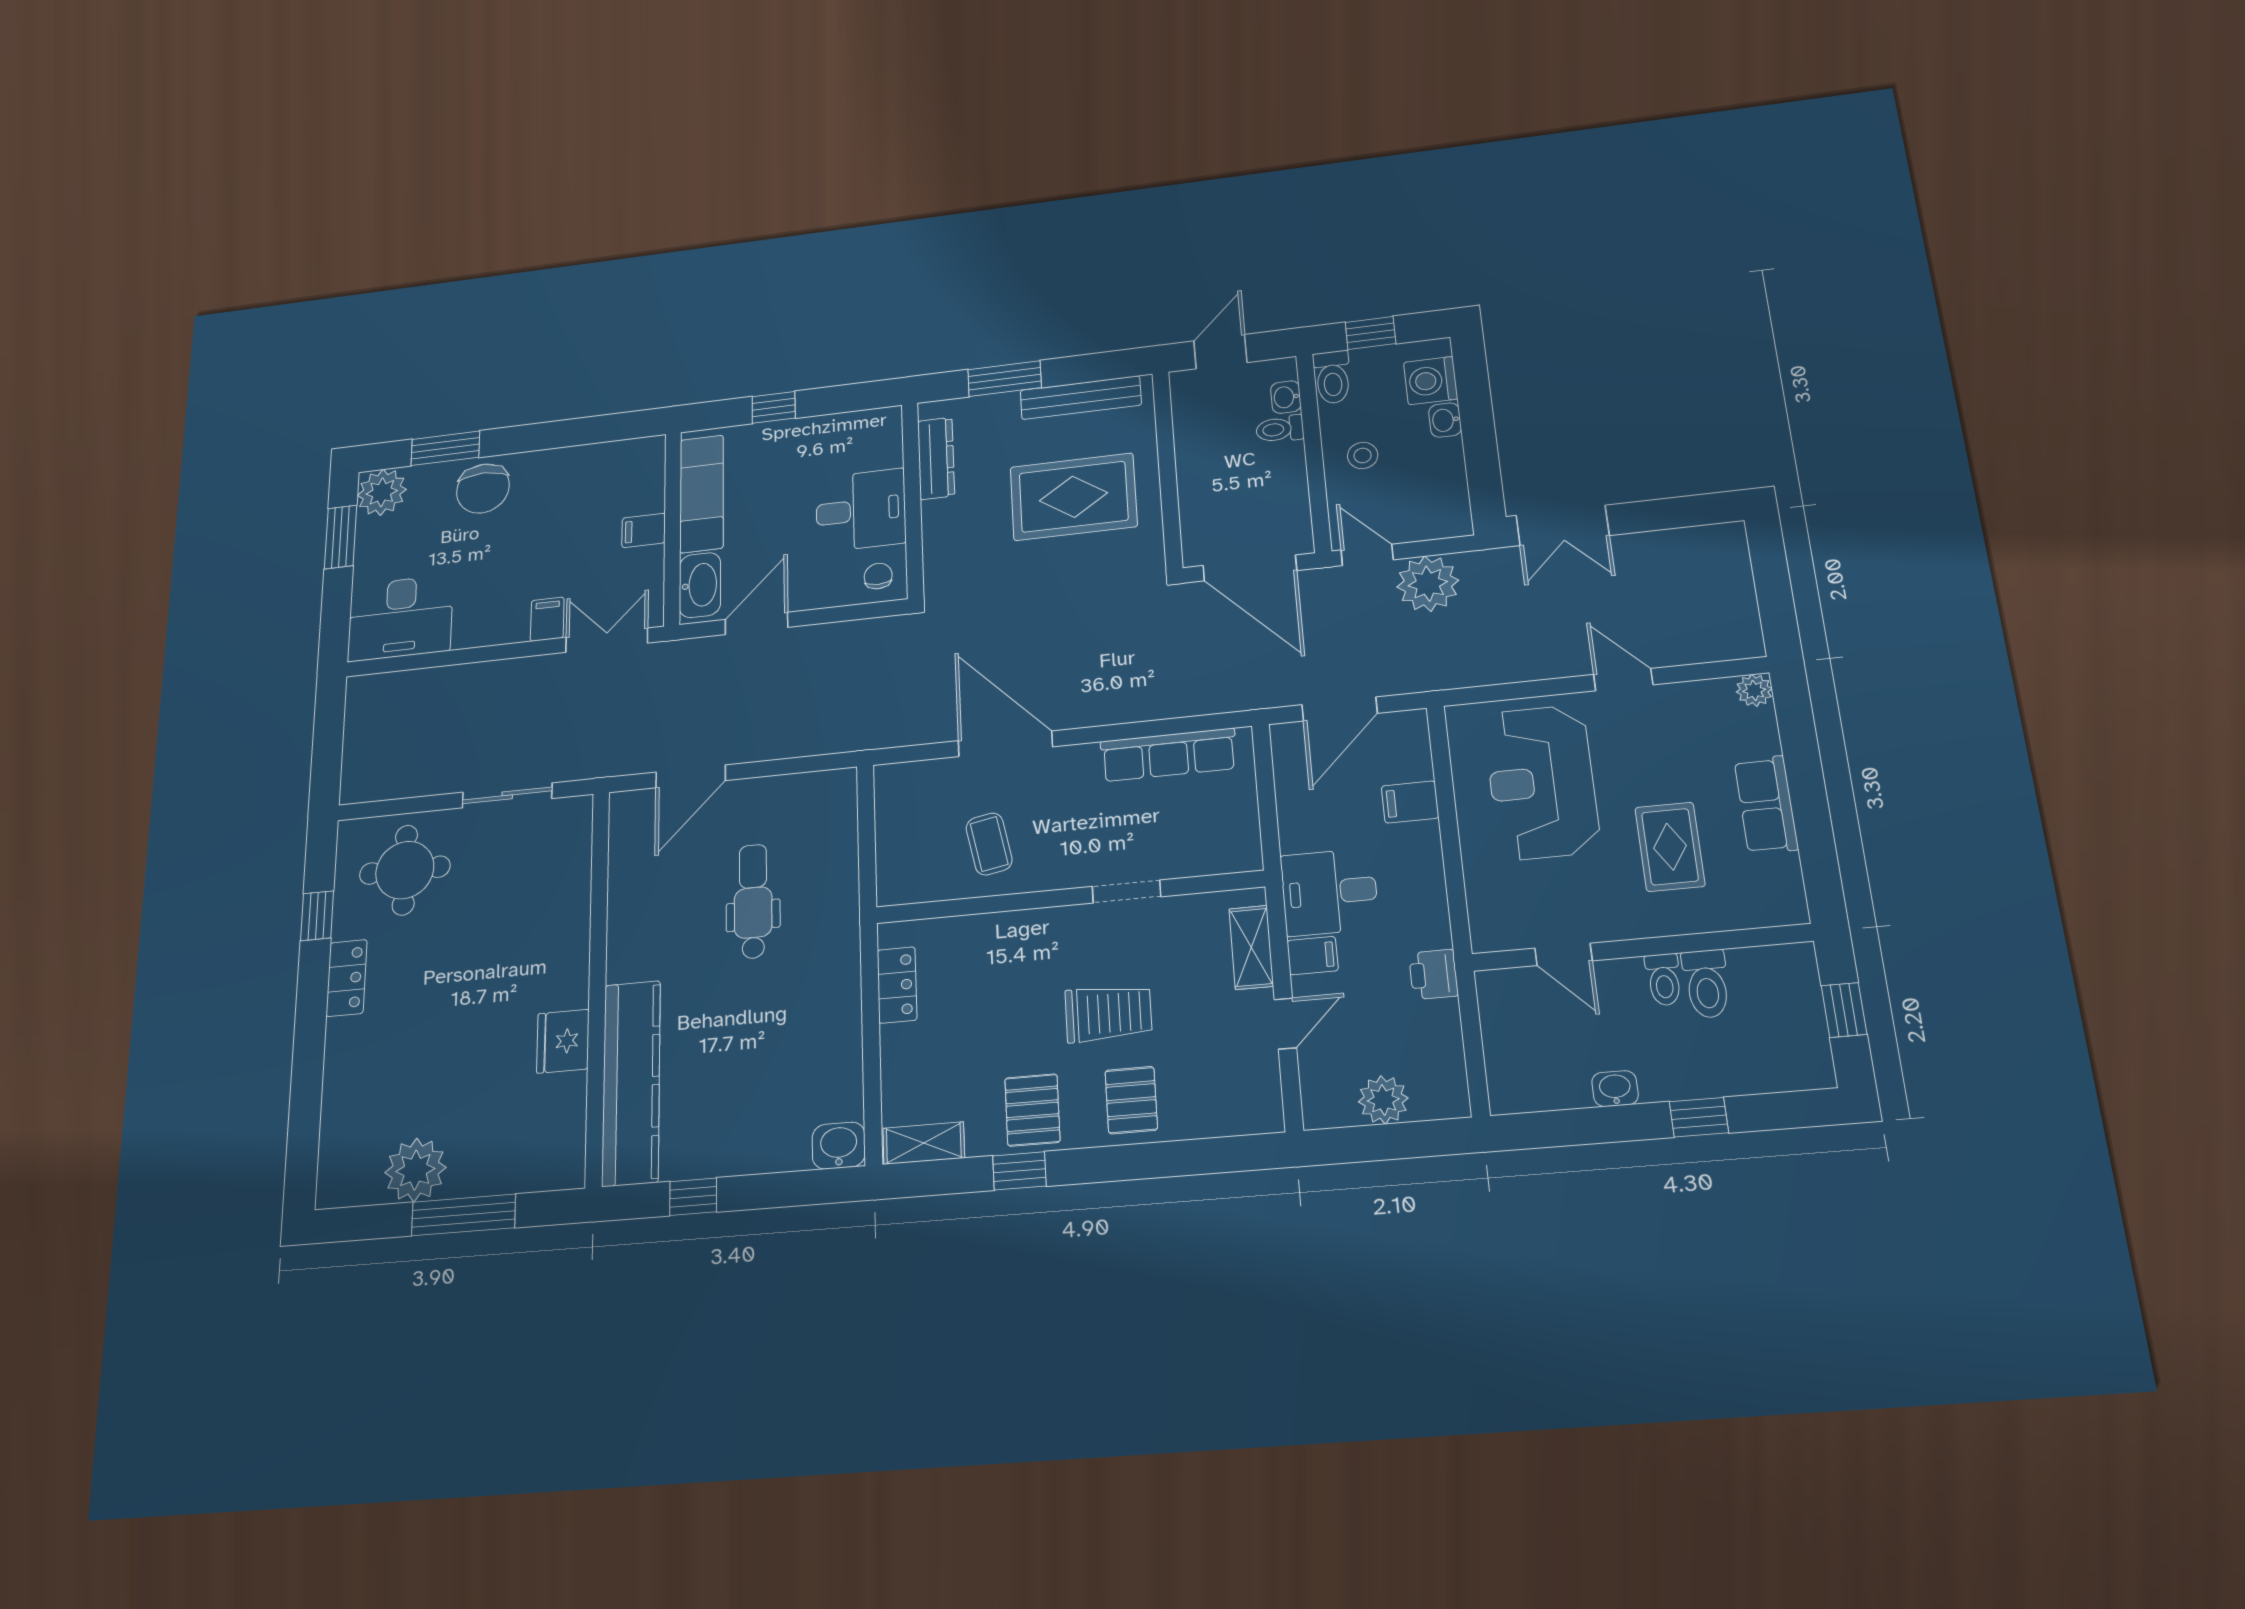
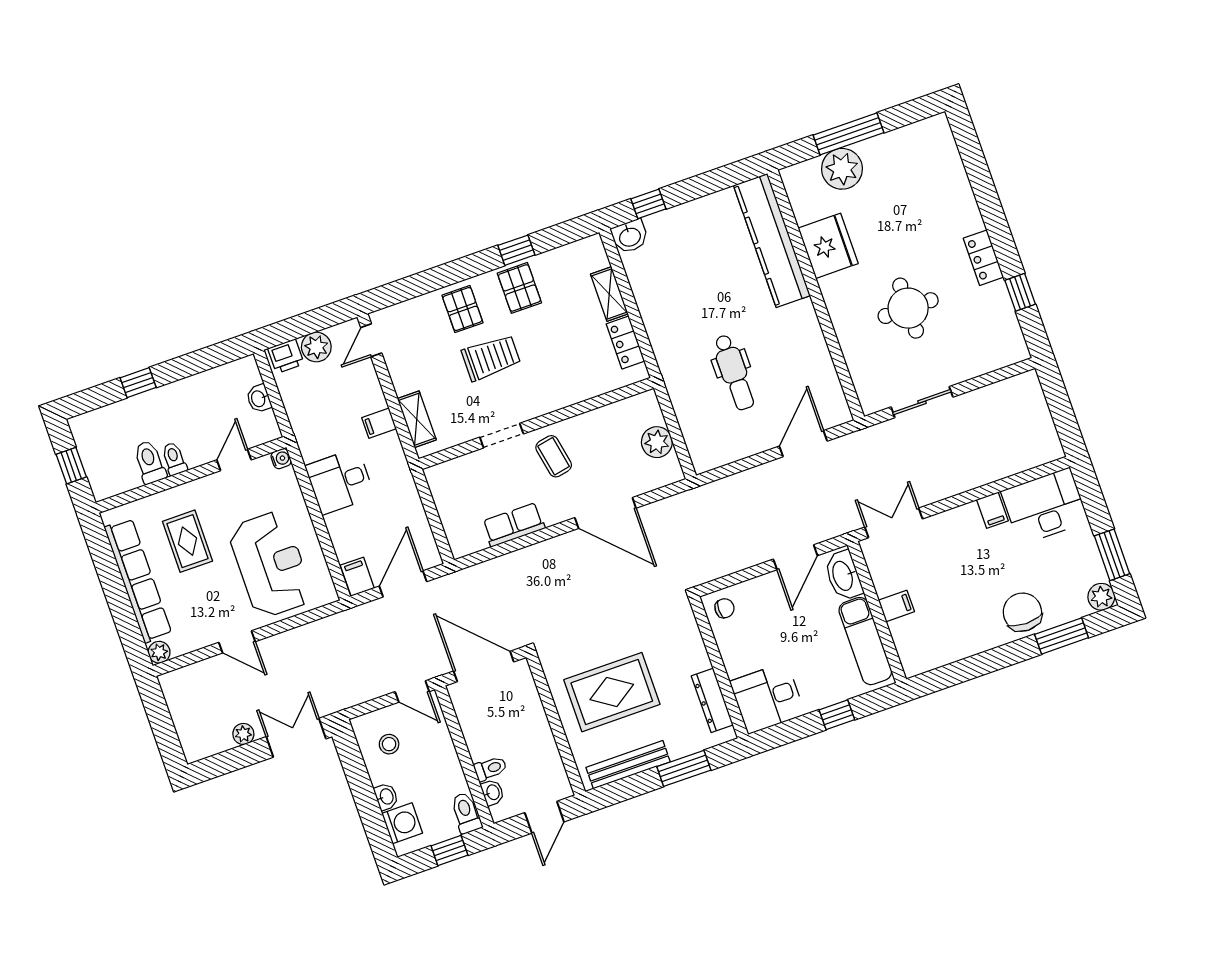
stool: (1363, 455) -> (389, 744), moved
plant: (382, 492) -> (1101, 597), width x0.73, depth x0.73
desk: (861, 510) -> (767, 698), moved
chair: (878, 576) -> (724, 608), turned -90
plant: (1428, 584) -> (243, 734), moved, width x0.53, depth x0.53
filing cabinet: (547, 619) -> (992, 510), moved
double door: (607, 640) -> (894, 523), swing flipped
row of seats: (1168, 755) -> (514, 525), width x0.68
filing cabinet: (1410, 802) -> (357, 577), moved, turned -90
row of seats: (1766, 805) -> (138, 580), width x2.02
plant: (898, 827) -> (657, 442), added
coffee table: (989, 844) -> (554, 456), moved
round table: (405, 870) -> (908, 308), moved
desk: (1329, 892) -> (340, 481), moved, turned 180
water cooler: (1485, 938) -> (281, 459), added
door: (1564, 954) -> (234, 460), hinge flipped
printer: (1434, 974) -> (286, 356), moved, turned 90
trolley: (1108, 1013) -> (491, 358), turned 180
door: (1285, 1024) -> (371, 340), moved
fridge: (563, 1041) -> (828, 246), width x1.36, depth x1.34
washbasin: (1615, 1089) -> (259, 399), moved, turned 90
shelving: (924, 1143) -> (609, 294), moved, turned 90
plant: (415, 1170) -> (842, 169), moved
window: (693, 1197) -> (648, 204), moved

